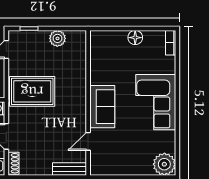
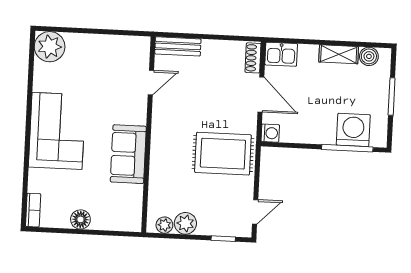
plant: (73, 36) -> (164, 225), added
sofa: (102, 107) -> (128, 154), moved

